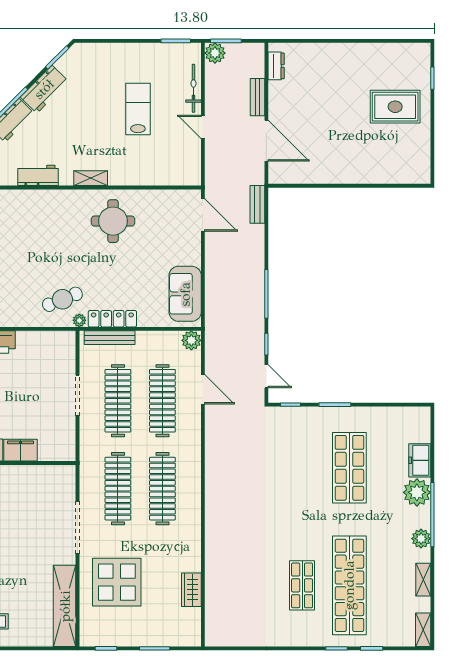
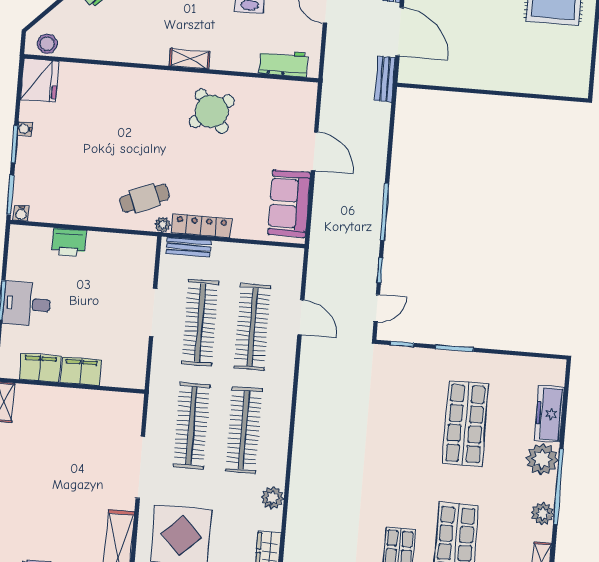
workbench: (38, 175) -> (284, 63), moved
bench: (257, 204) -> (385, 79), moved
door: (203, 215) -> (315, 151), moved
round table: (113, 221) -> (212, 111), turned -37
bench: (110, 338) -> (188, 247), width x0.73
plant: (191, 340) -> (272, 498), moved
door: (266, 376) -> (377, 308), hinge flipped
freezer: (420, 460) -> (549, 414), width x1.40

